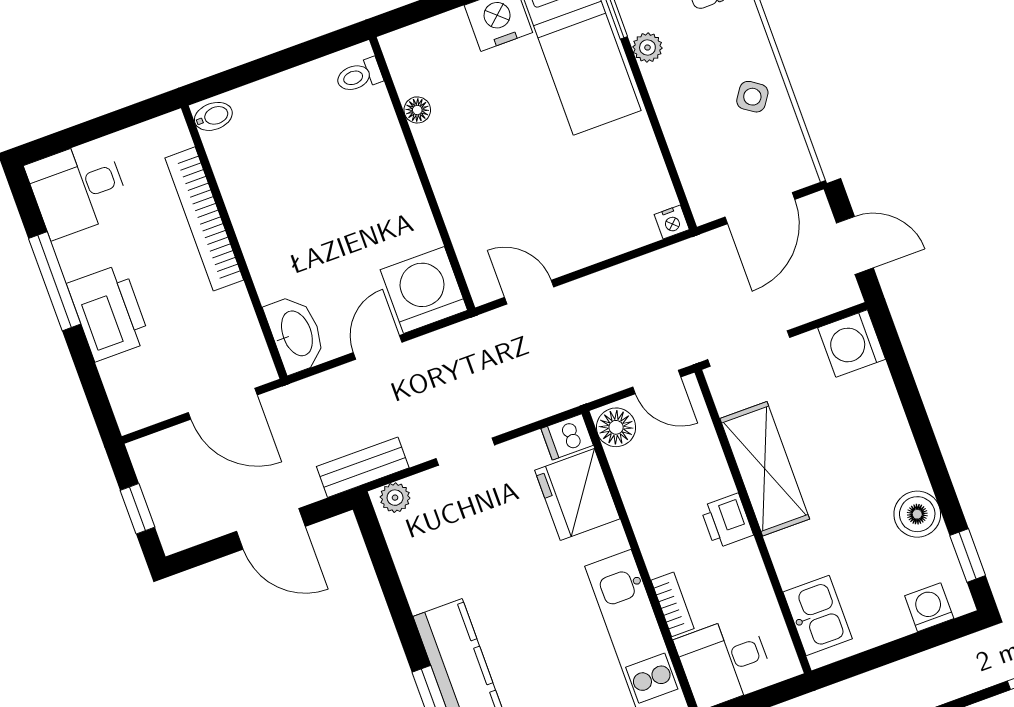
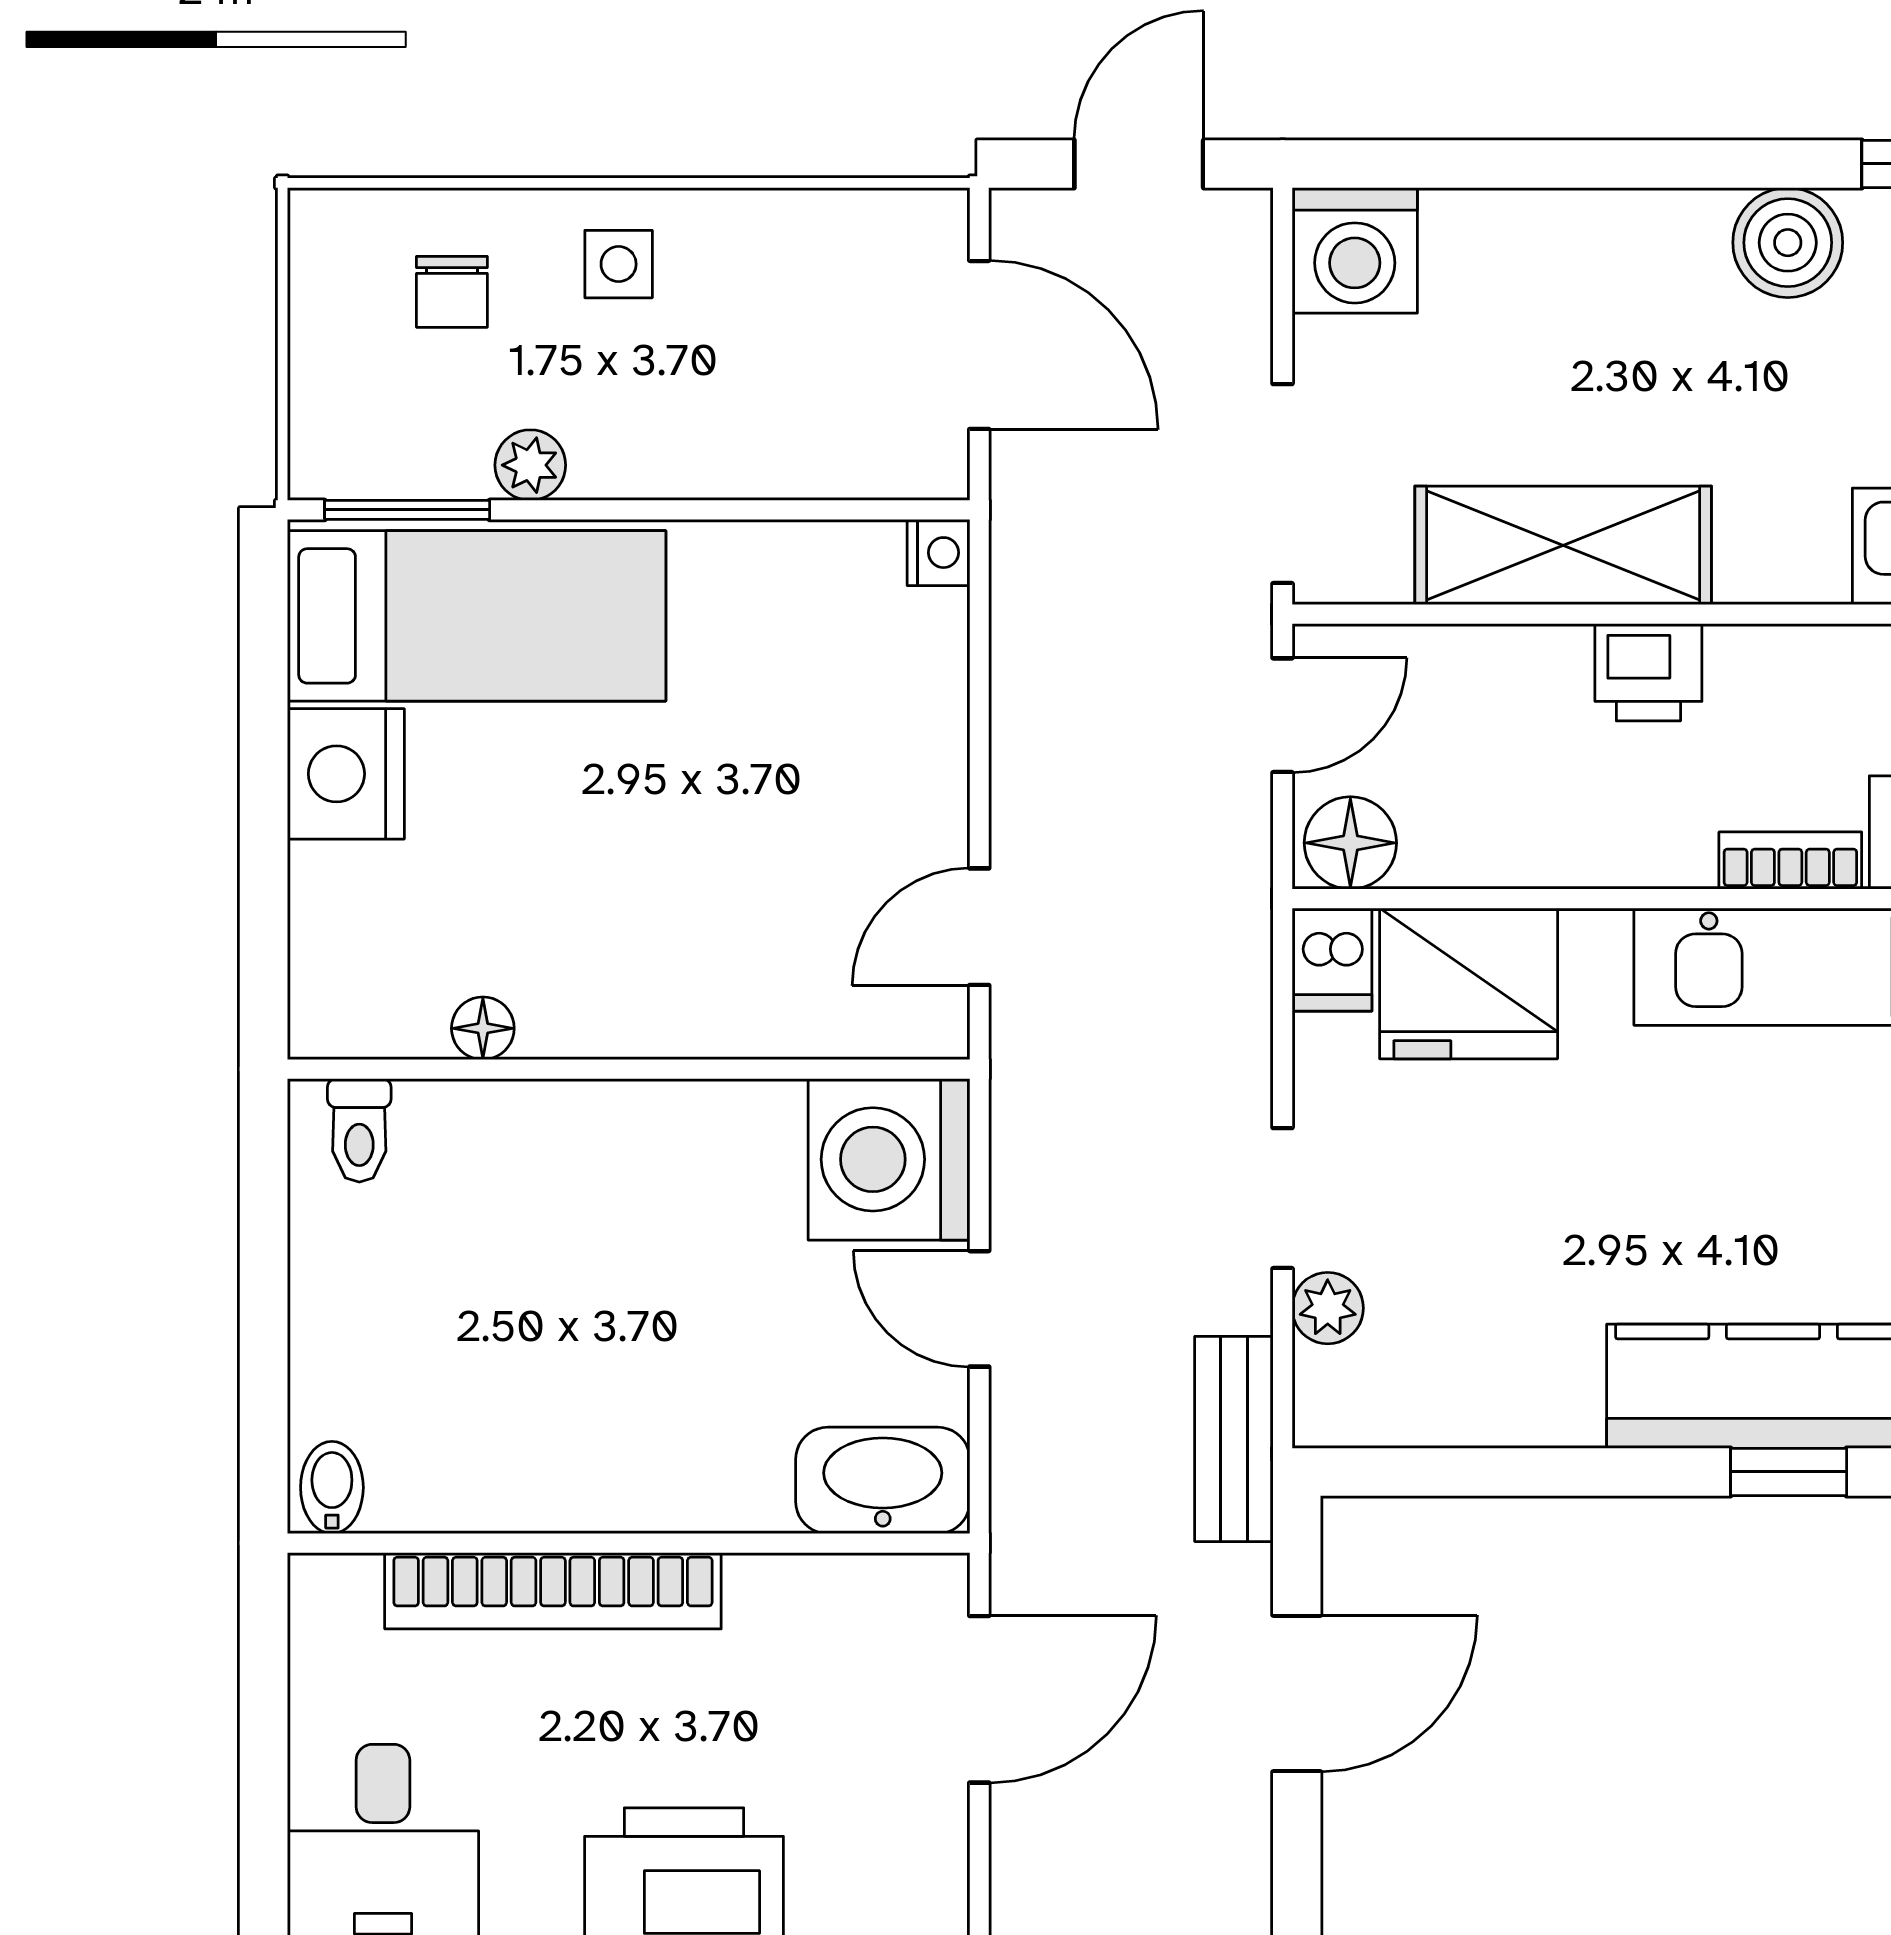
side table: (752, 97) -> (619, 264), moved, turned -34
plant: (395, 498) -> (1328, 1308), moved

